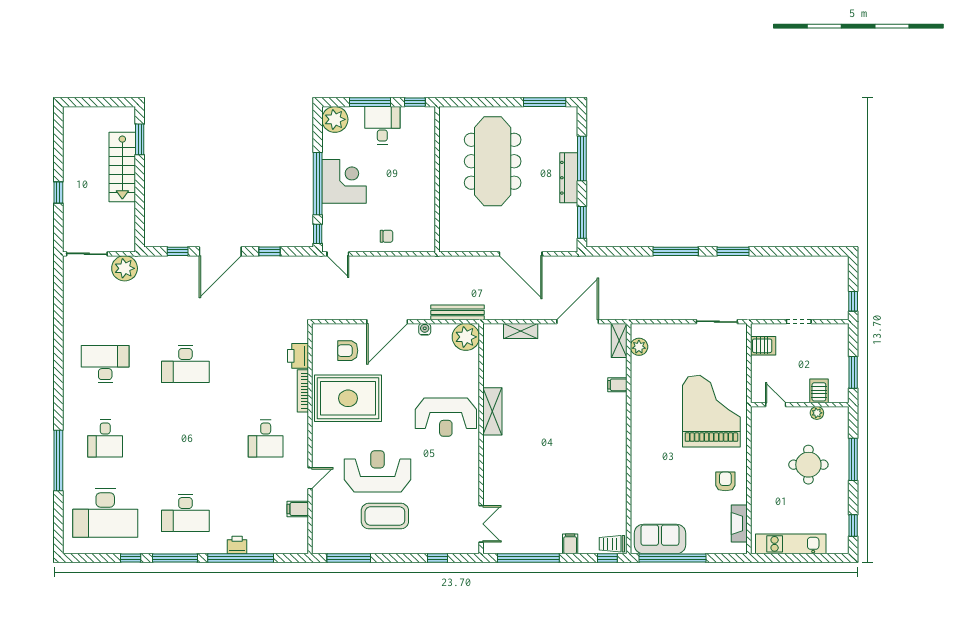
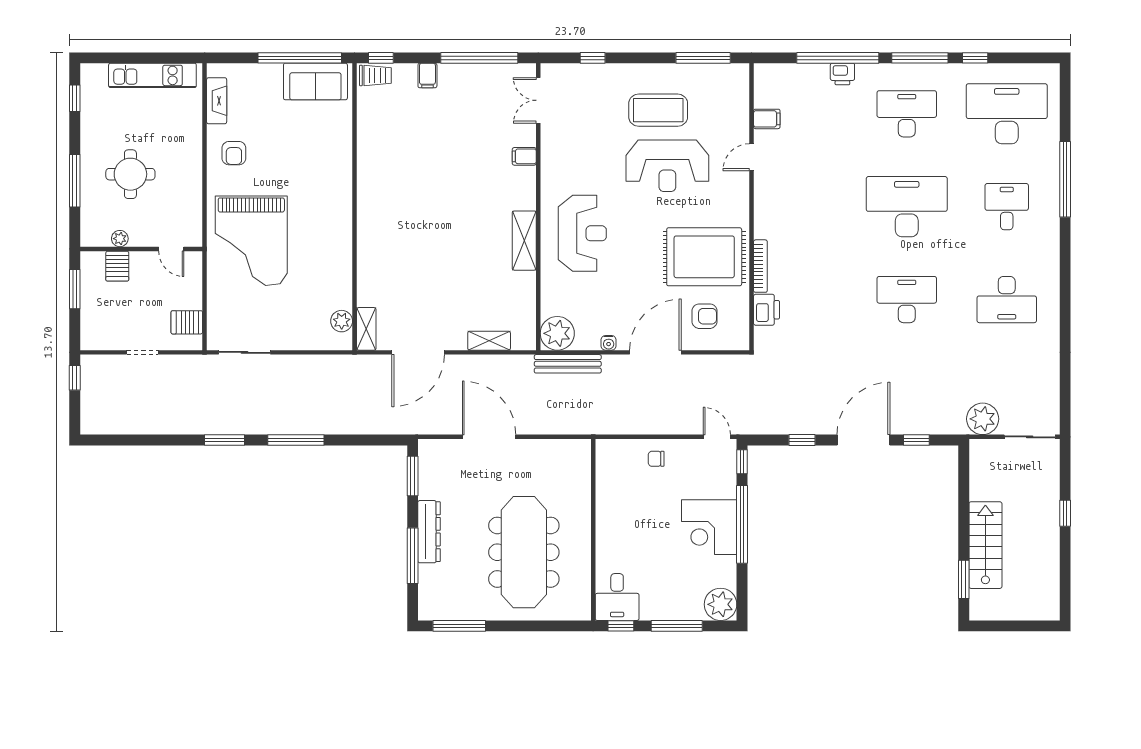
desk: (382, 125) -> (617, 597), moved
filing cabinet: (617, 385) -> (524, 156), moved, turned 180
reception desk: (446, 417) -> (582, 233), turned 90
desk: (266, 439) -> (907, 207), moved, width x1.87, depth x1.30

